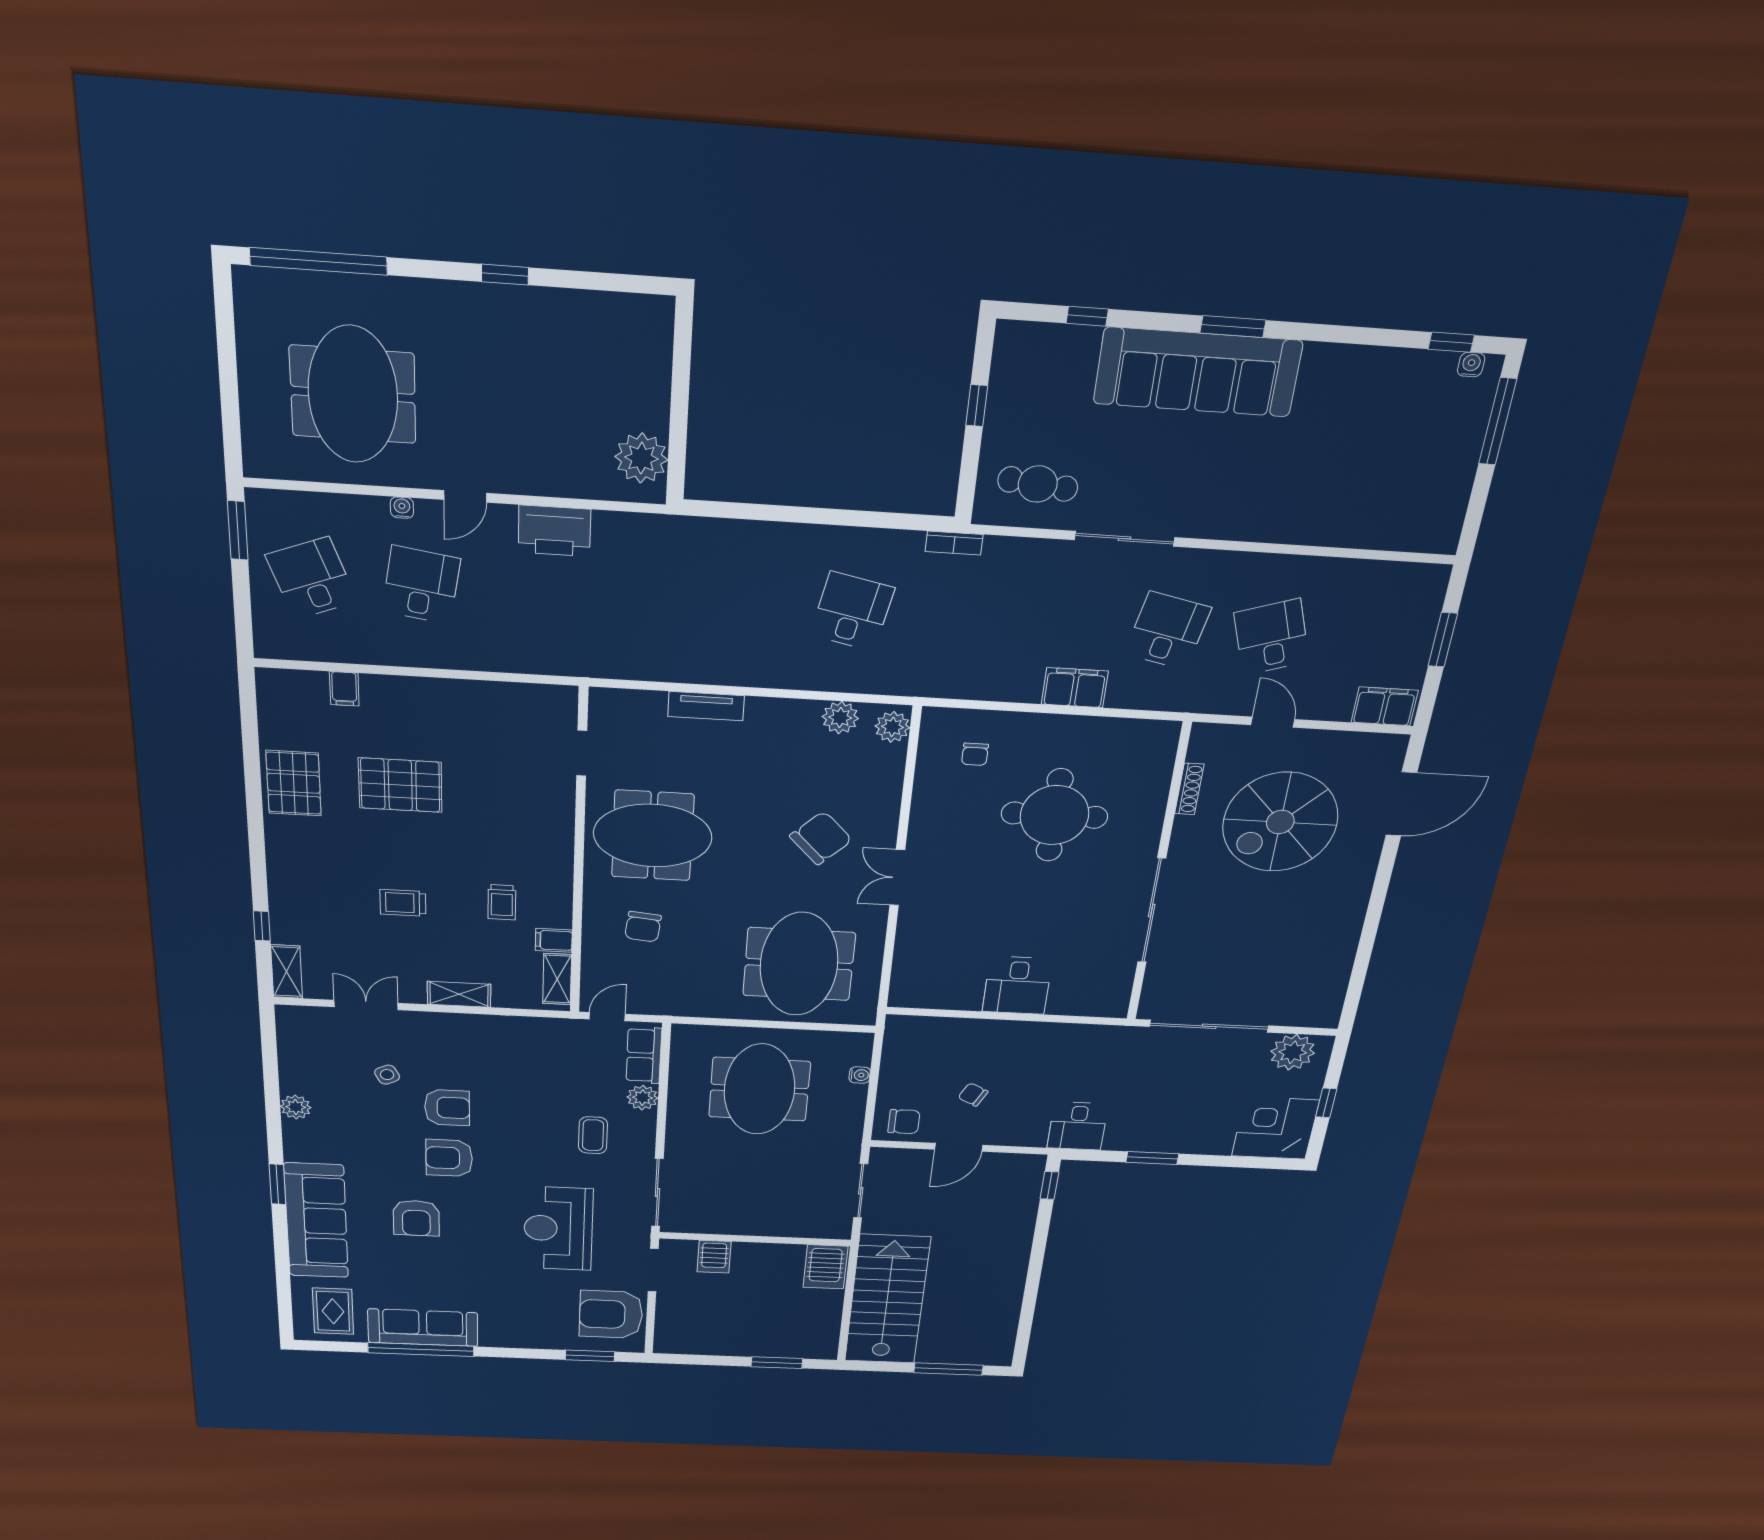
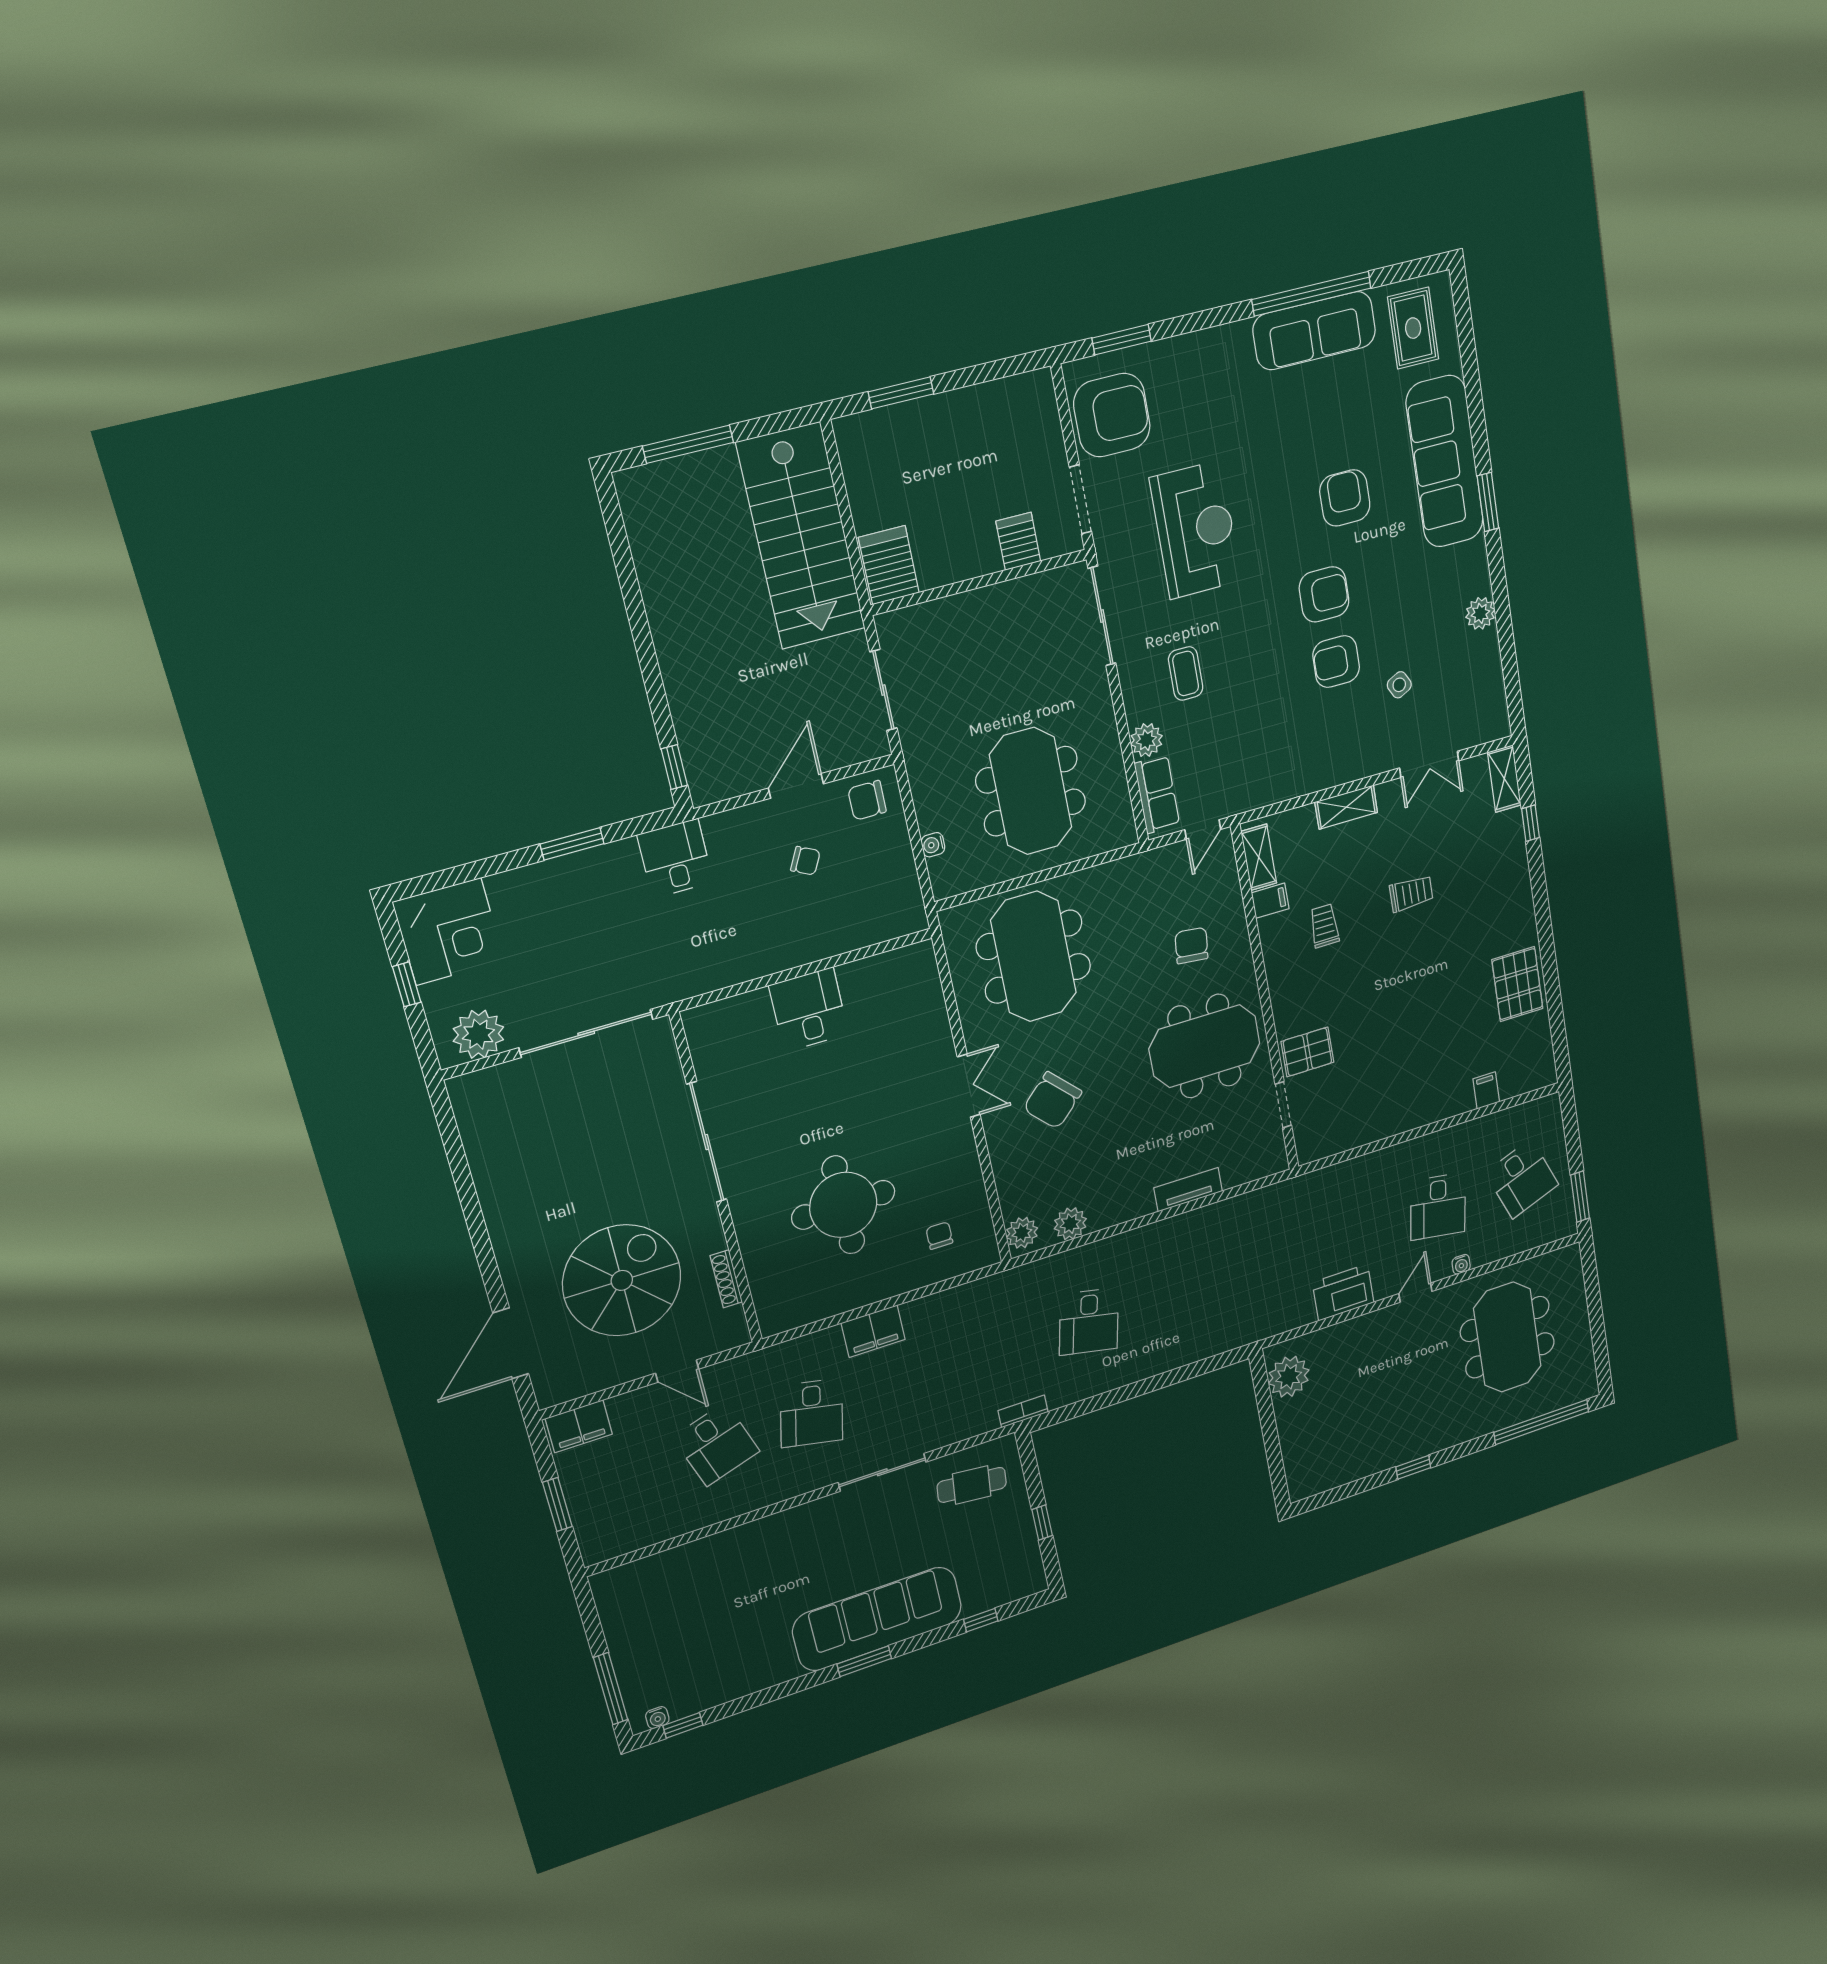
pallet: (400, 785) -> (1307, 1052), moved, width x0.67, depth x0.71

